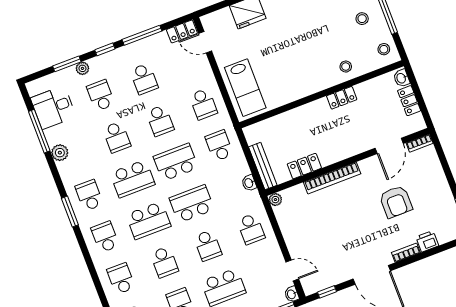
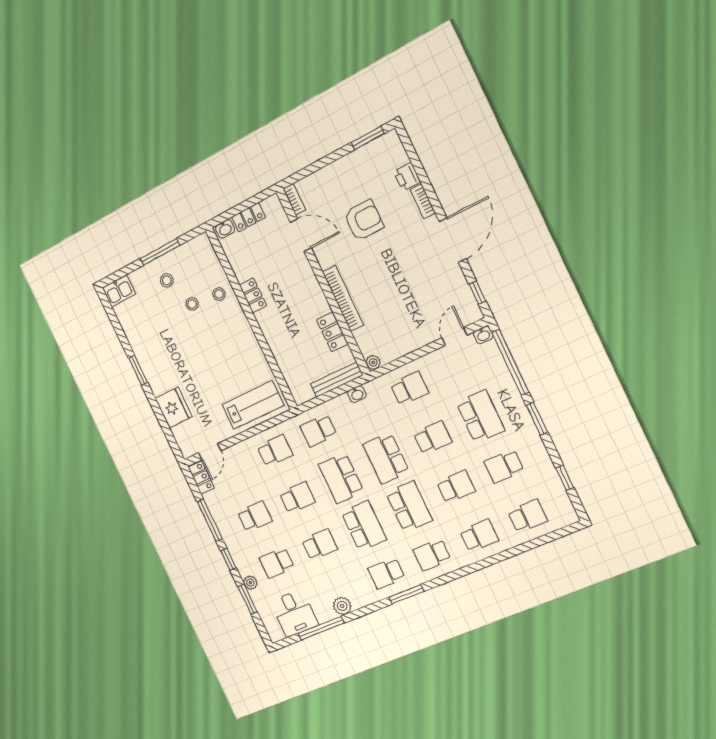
stool: (384, 49) -> (192, 304), moved
school desk: (121, 279) -> (479, 536), turned 180

